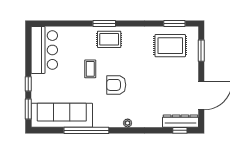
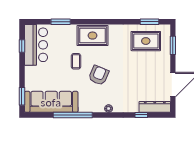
window: (104, 23) -> (61, 22), moved
rug: (109, 39) -> (93, 36), width x1.36, depth x1.43
window: (28, 84) -> (22, 46), moved
armchair: (116, 85) -> (99, 75), turned 113
window: (180, 130) -> (141, 115), moved

